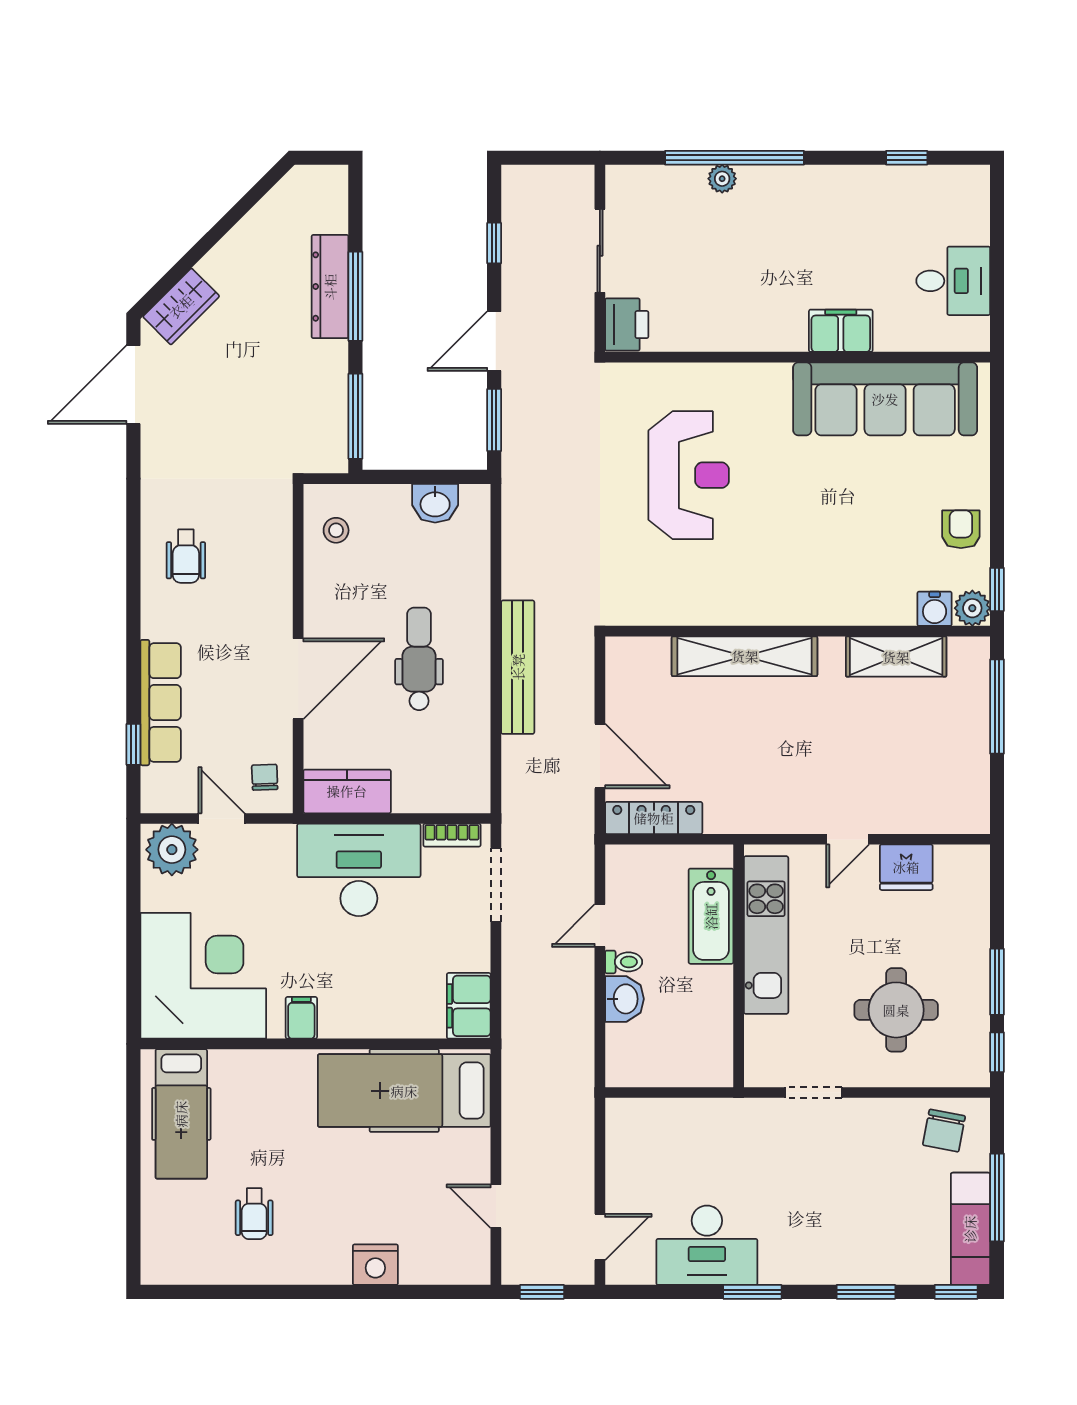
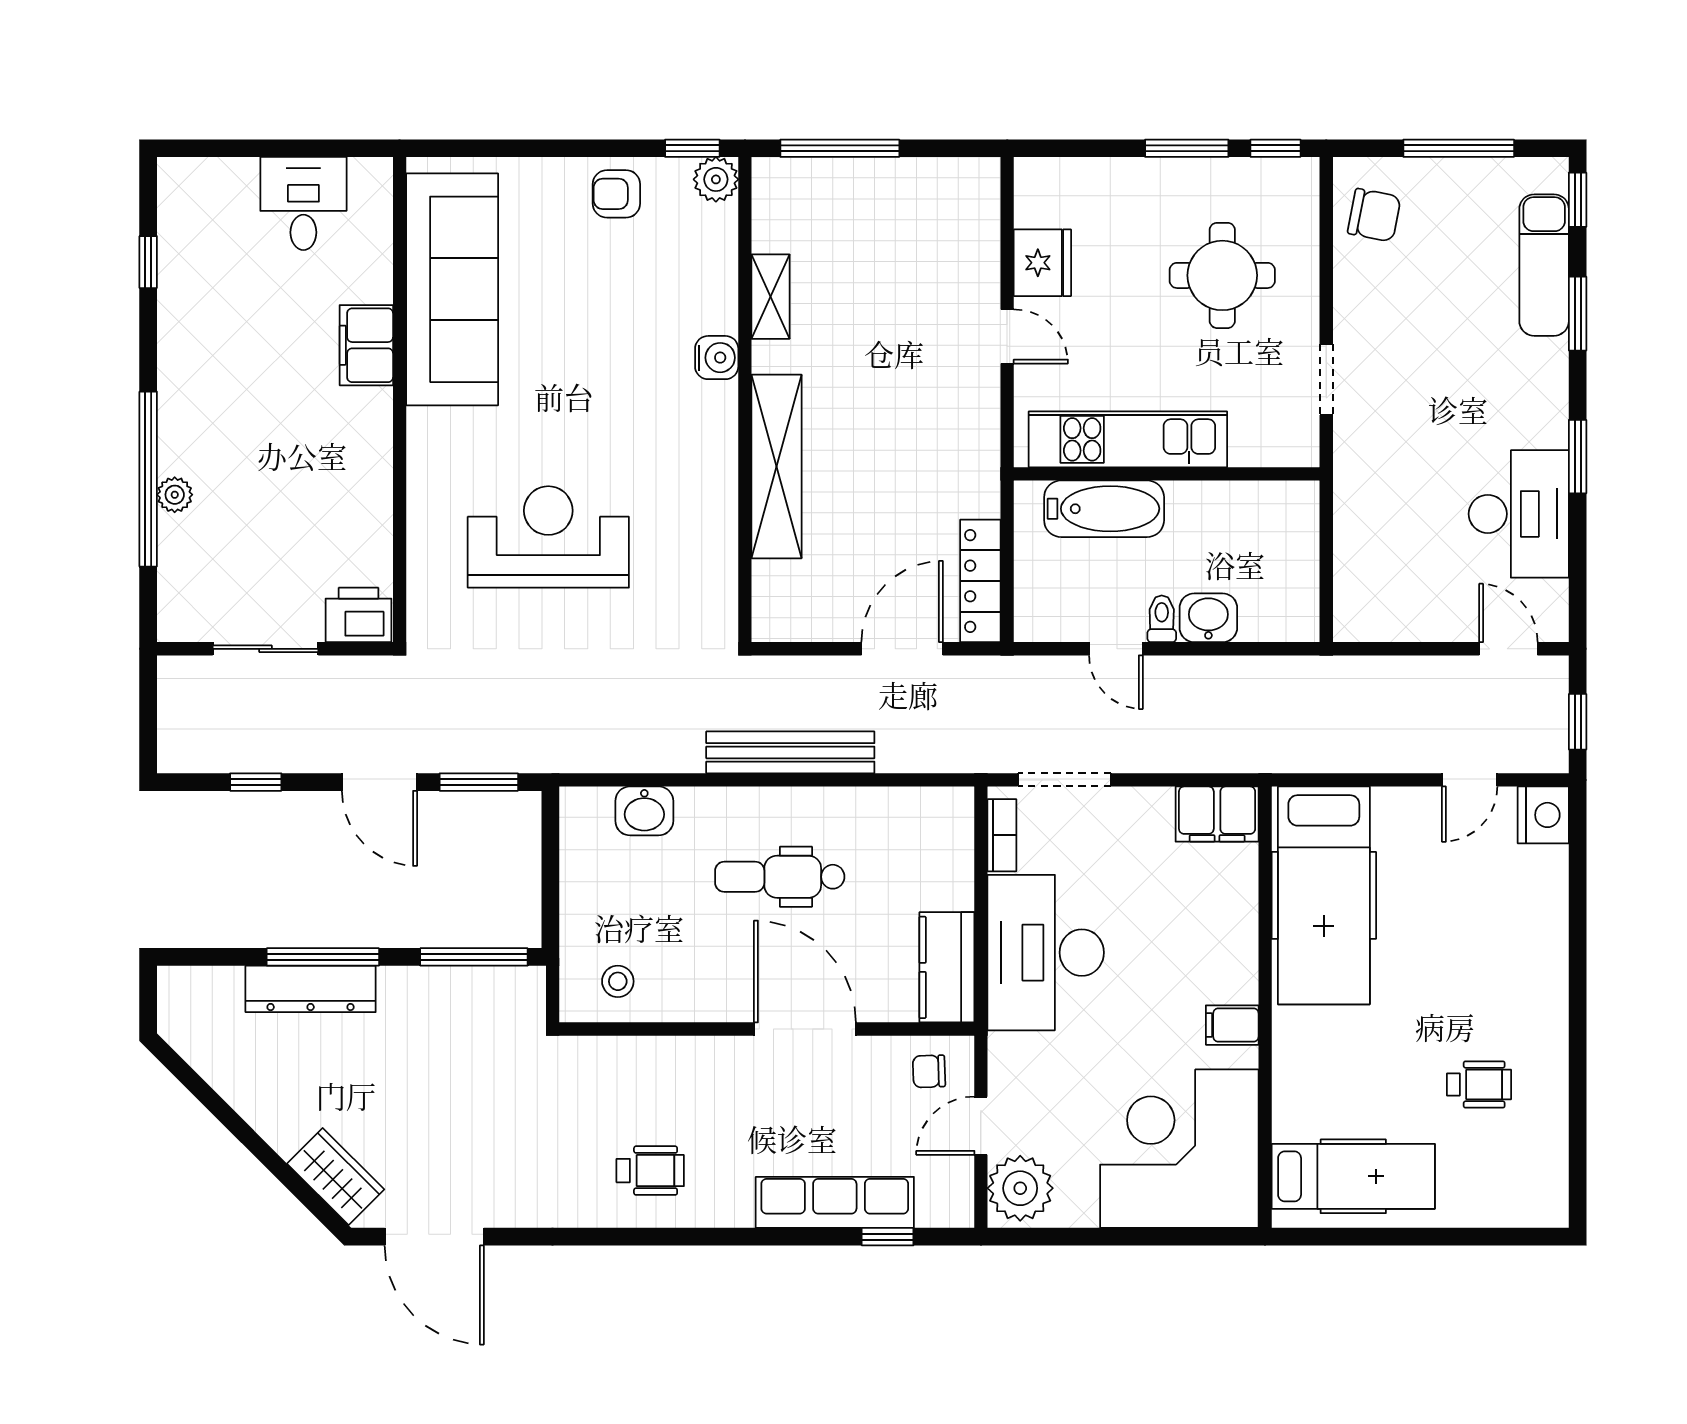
washbasin: (435, 503) -> (644, 811), moved, turned 90
water cooler: (935, 609) -> (717, 358), moved
shelving: (896, 657) -> (770, 297), width x0.67, depth x0.75
exam couch: (970, 1229) -> (1544, 265), moved, turned 90
nightstand: (375, 1265) -> (1543, 815), moved

